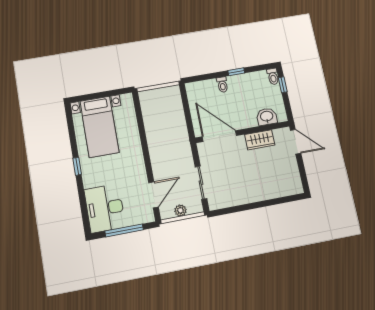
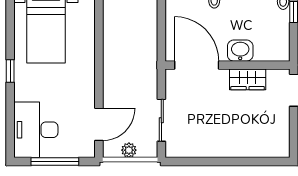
washbasin: (267, 117) -> (240, 51), moved

